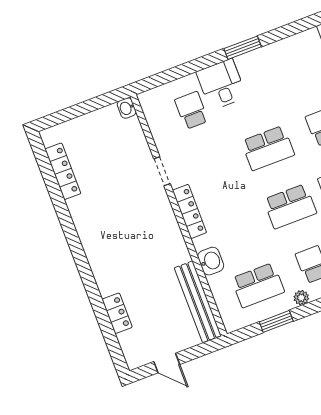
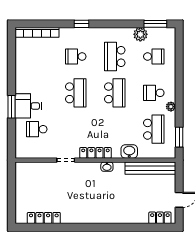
window: (243, 48) -> (11, 107), moved
washbasin: (127, 108) -> (107, 167), moved
locker: (117, 313) -> (160, 218), moved
window: (276, 321) -> (179, 137), moved

